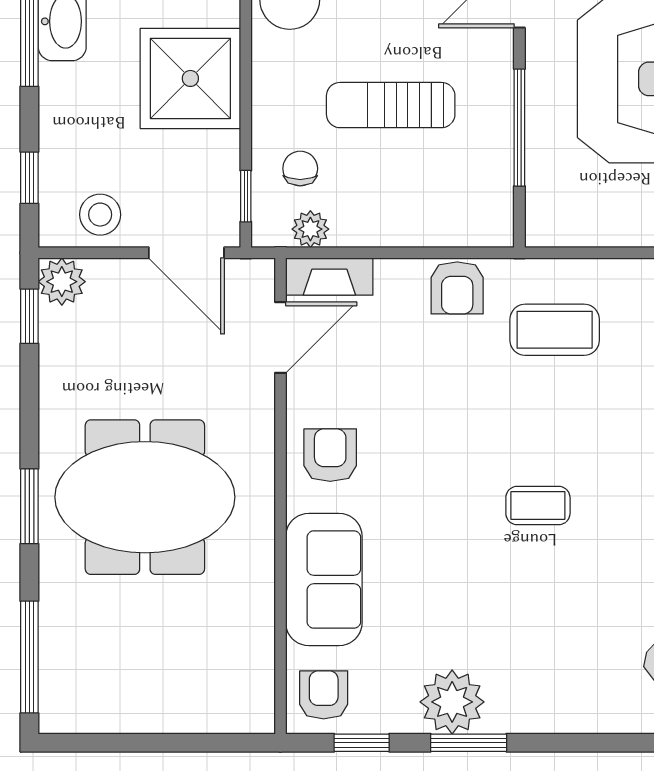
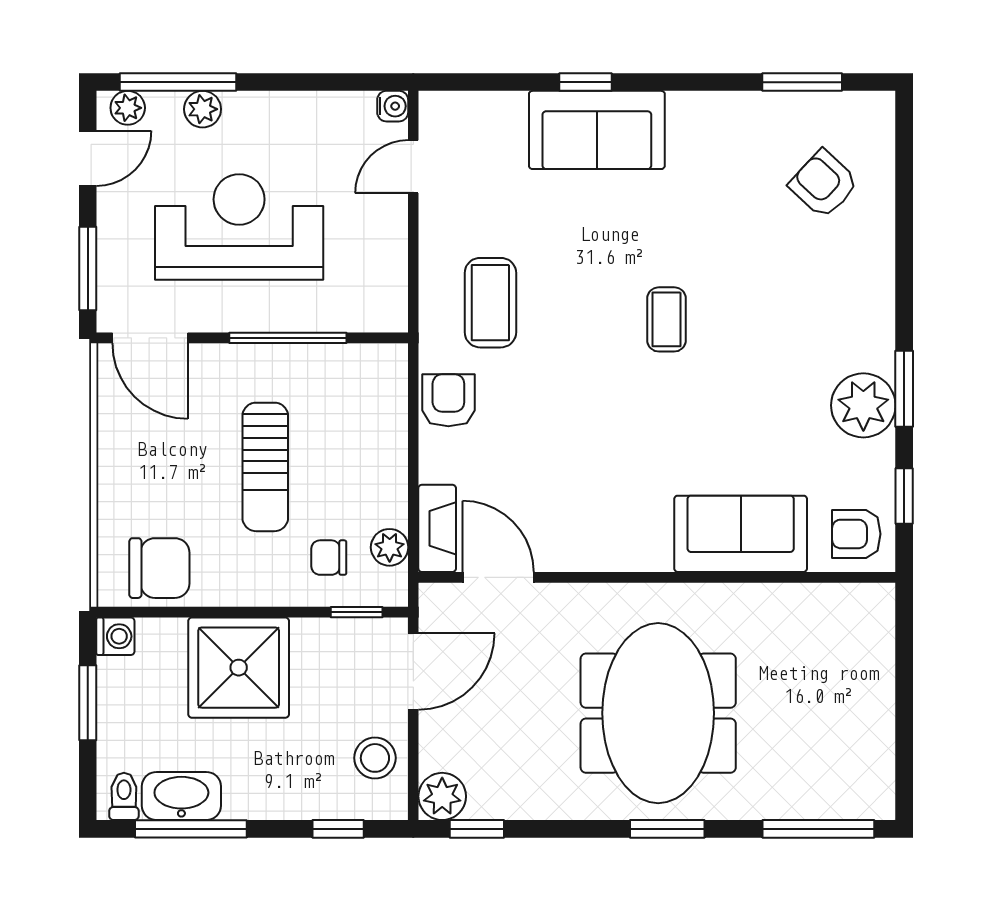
armchair: (457, 288) -> (448, 400), turned -90
armchair: (330, 455) -> (616, 527), removed

